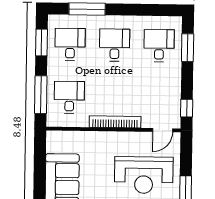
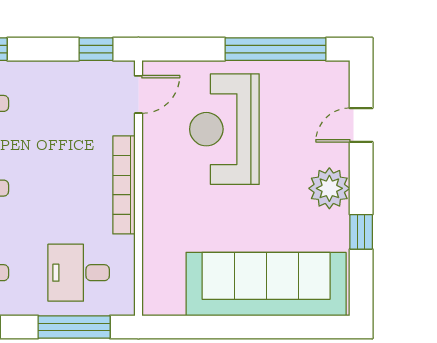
door: (163, 130) -> (138, 94), hinge flipped
reception desk: (144, 175) -> (224, 129), turned 180

